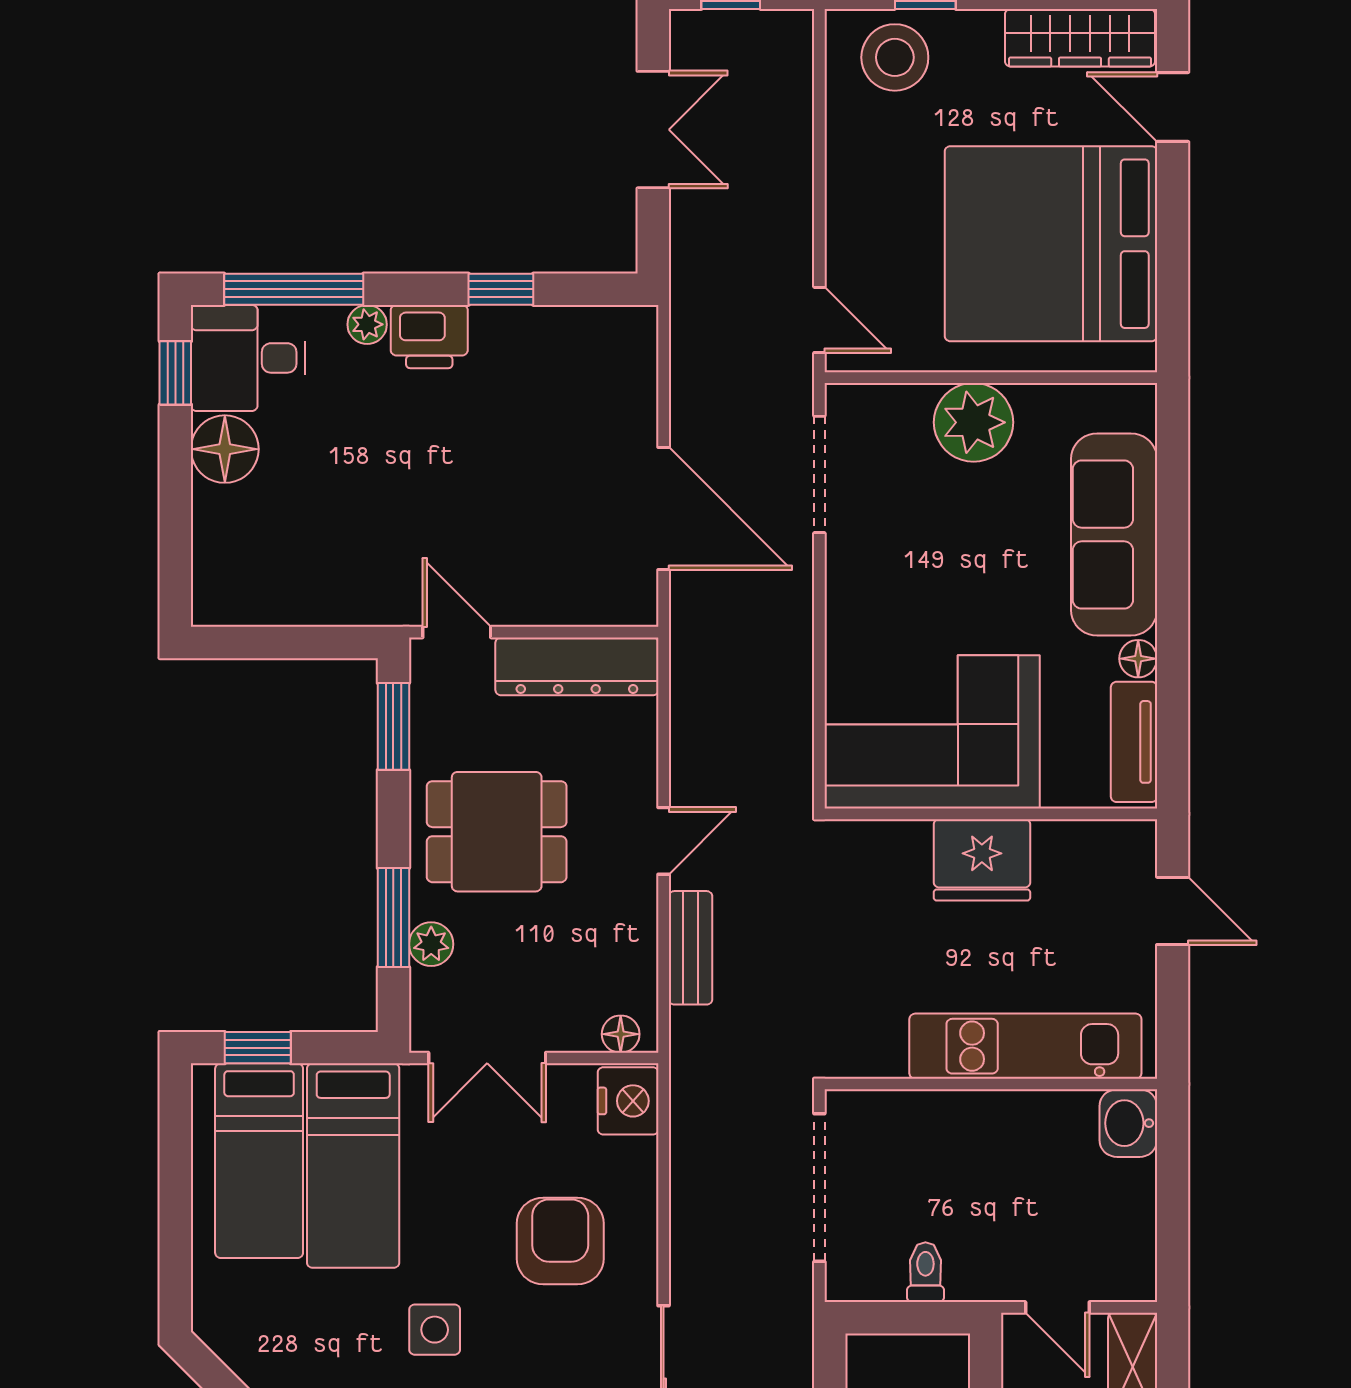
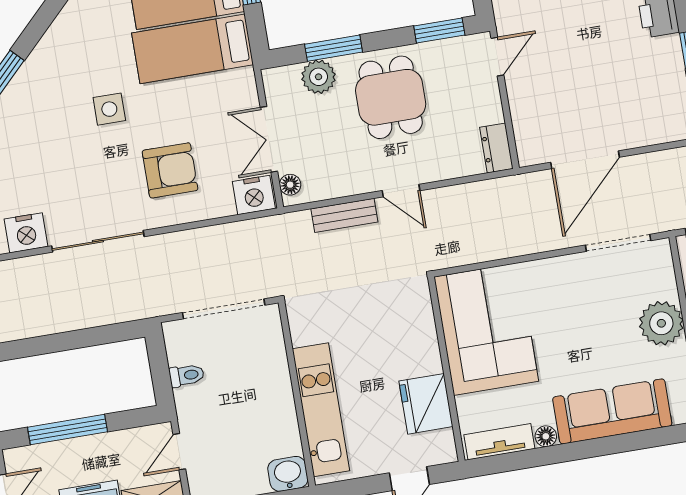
dresser: (577, 666) -> (496, 148), width x0.51, depth x0.80
fridge: (982, 860) -> (426, 404), moved
plant: (431, 944) -> (319, 77), width x1.38, depth x1.38
double door: (487, 1058) -> (269, 139), moved

